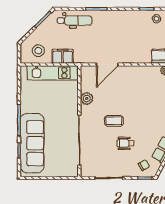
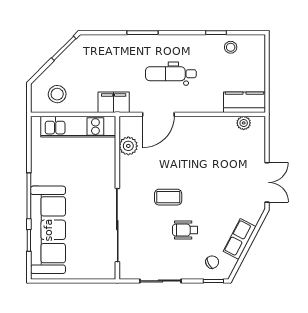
dental chair: (75, 20) -> (171, 74), moved, turned 180
filing cabinet: (63, 56) -> (114, 102), moved
plant: (87, 98) -> (128, 146), moved

